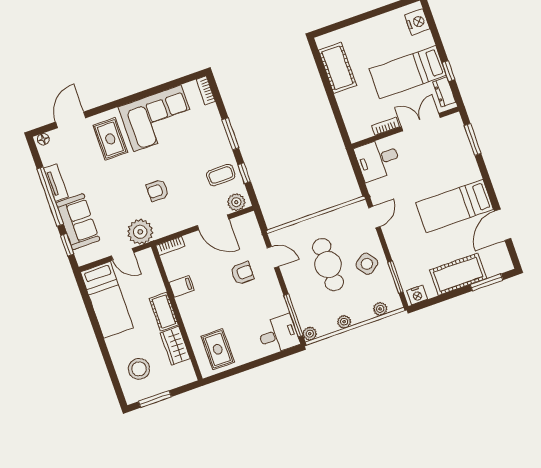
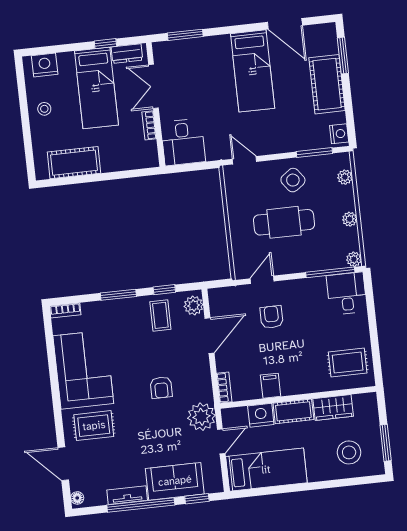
stool: (379, 31) -> (44, 109), added
nightstand: (154, 284) -> (261, 415), added

